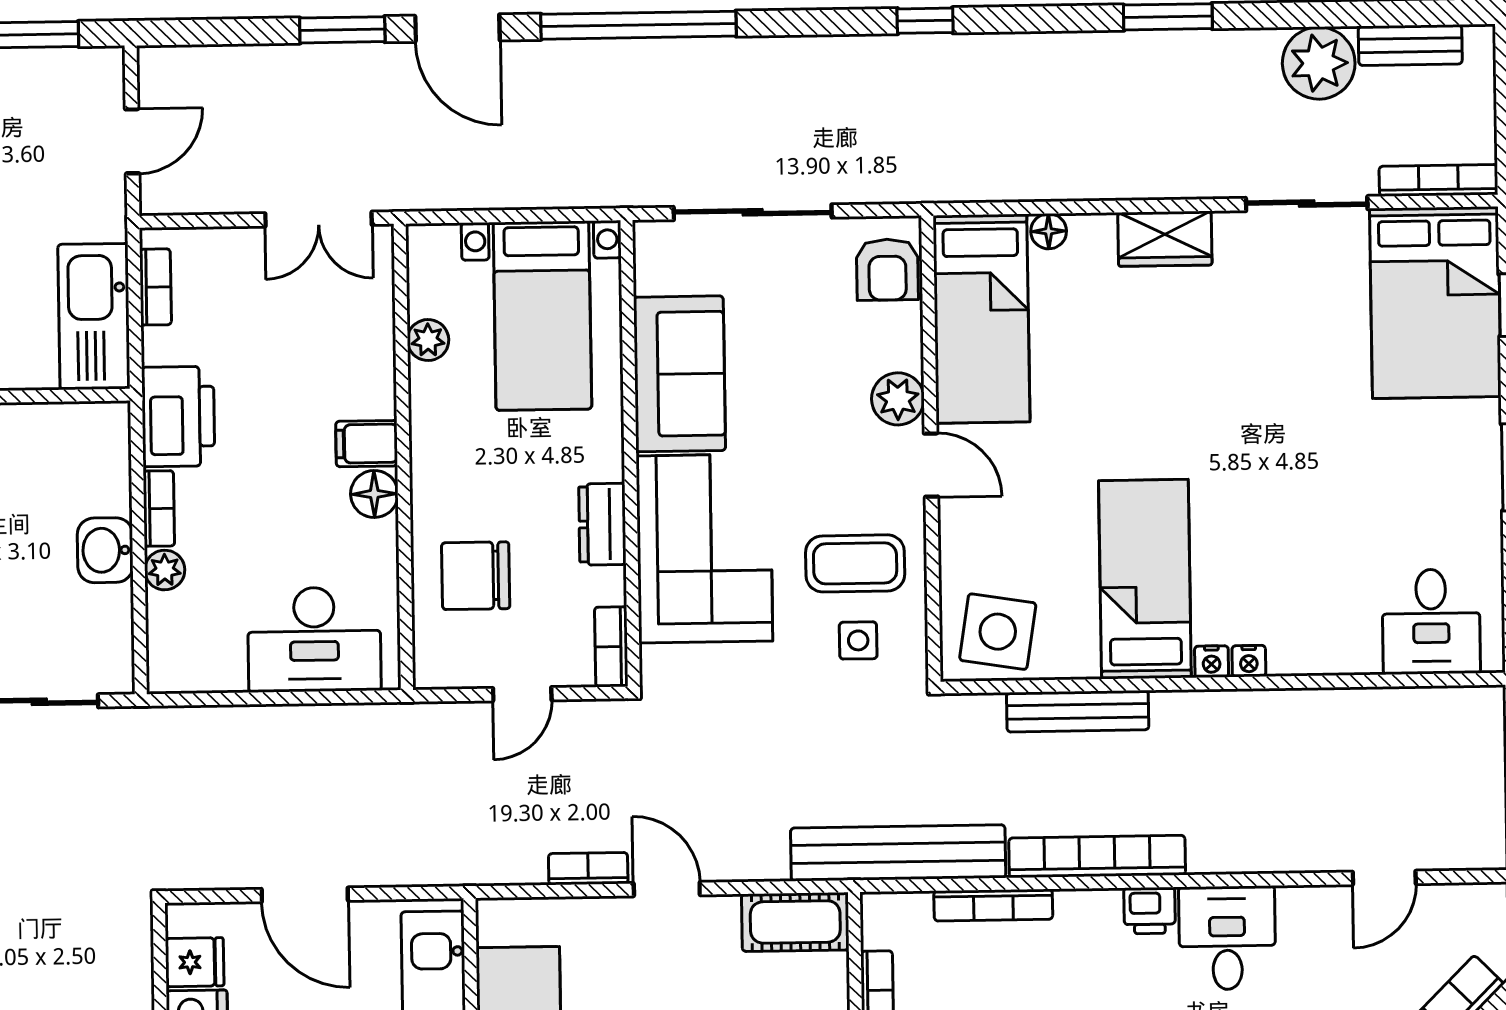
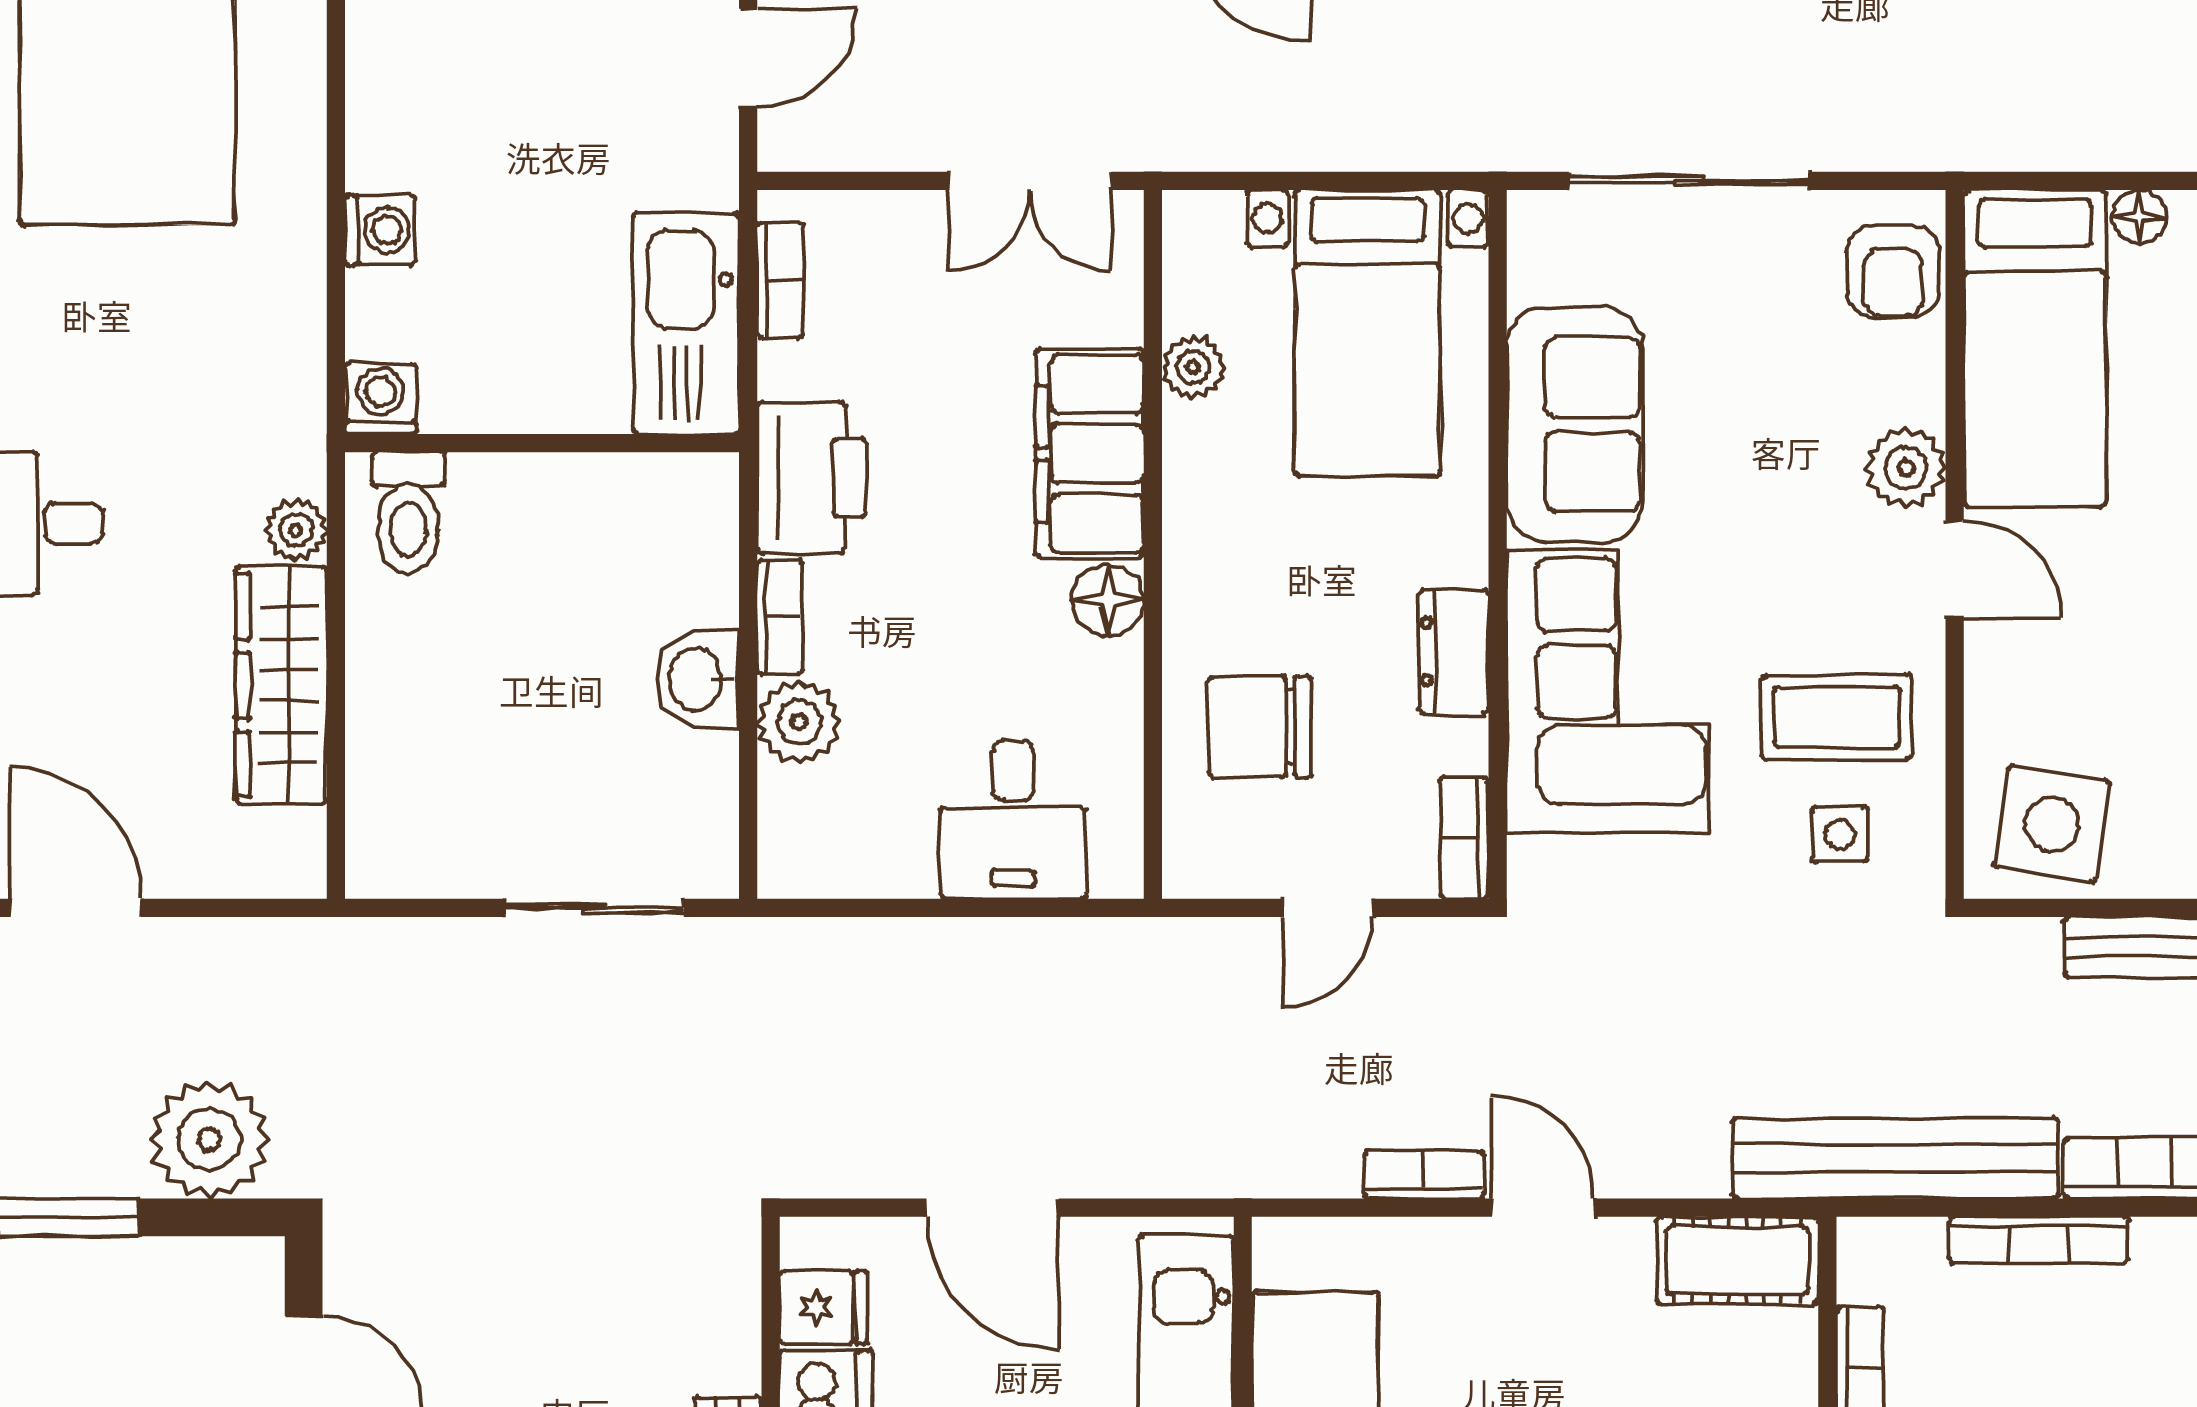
filing cabinet: (367, 444) -> (1090, 454), width x3.00, depth x1.17
plant: (165, 570) -> (799, 722), width x1.38, depth x1.38
desk: (314, 640) -> (1013, 820), width x0.73

